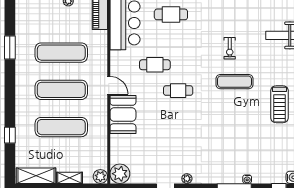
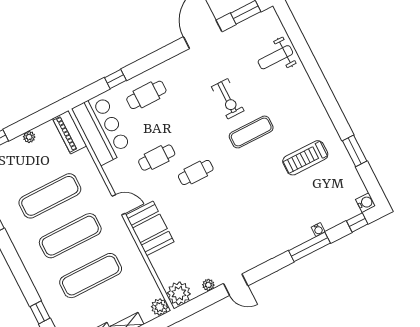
exercise bike: (230, 48) -> (228, 99), width x1.38, depth x1.39
treadmill: (279, 104) -> (305, 158), moved, turned 90
plant: (187, 179) -> (208, 285), moved

